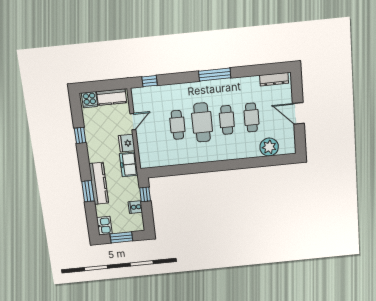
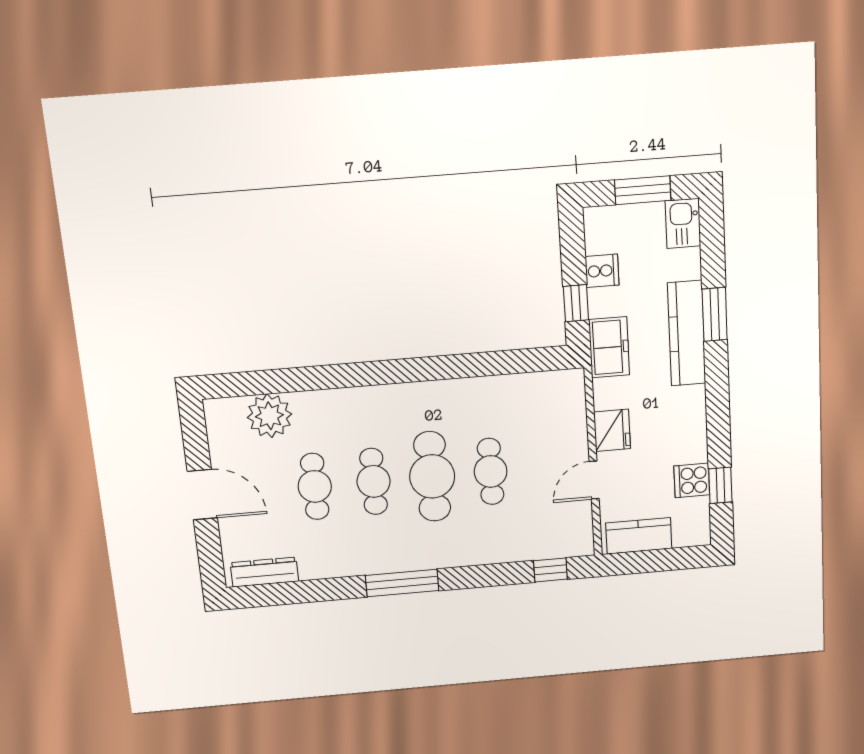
cooker: (90, 100) -> (692, 480), moved, turned -90
window: (80, 135) -> (720, 485), moved
freezer: (129, 164) -> (609, 347), moved

